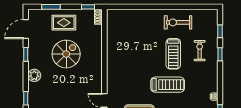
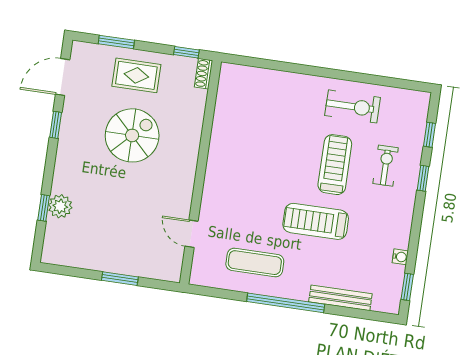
exercise bike: (178, 22) -> (353, 106), turned 180
treadmill: (173, 54) -> (335, 165), turned 180
plant: (34, 75) -> (60, 206), moved
treadmill: (168, 85) -> (316, 221), turned 180

